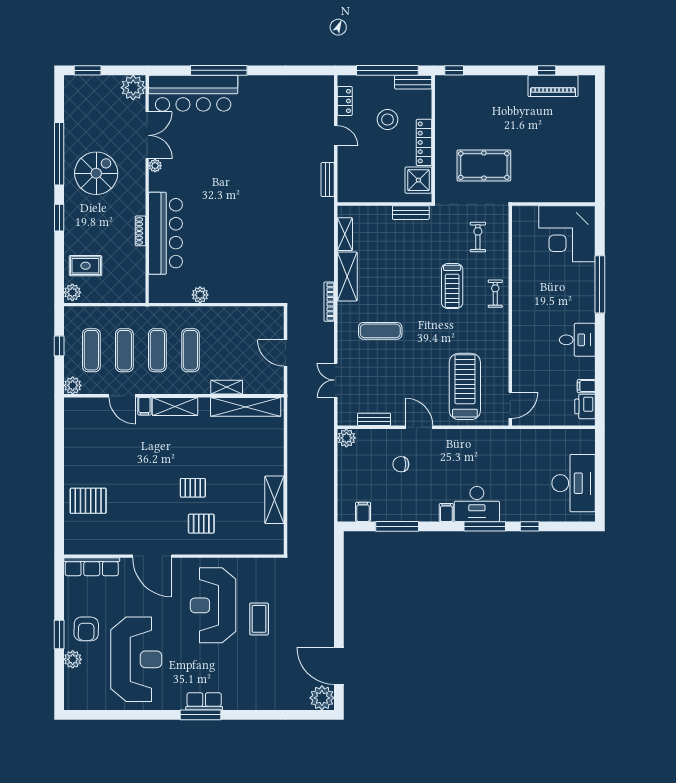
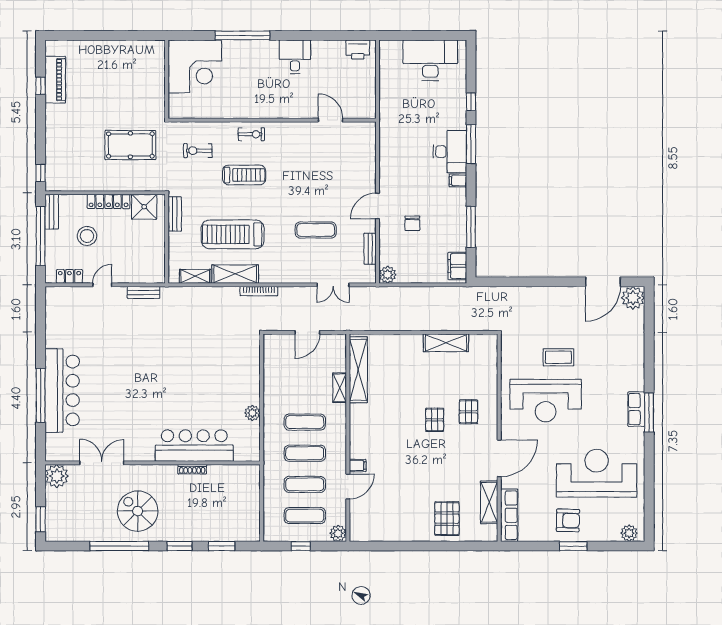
bar counter: (193, 93) -> (62, 390), moved
plant: (155, 166) -> (130, 455), removed
pool table: (484, 166) -> (130, 145), turned 90
window: (59, 262) -> (222, 546), added
rug: (85, 266) -> (225, 521), removed
plant: (72, 292) -> (250, 534), removed
exercise bike: (495, 294) -> (251, 134), turned 180
exercise mat: (380, 331) -> (316, 230), moved, turned 90
treadmill: (465, 386) -> (233, 234), moved
filing cabinet: (586, 386) -> (339, 48), removed
door: (510, 405) -> (331, 120), moved
shelving: (175, 406) -> (489, 502), moved
filing cabinet: (363, 512) -> (457, 266), width x2.00
plant: (73, 659) -> (629, 533), moved

